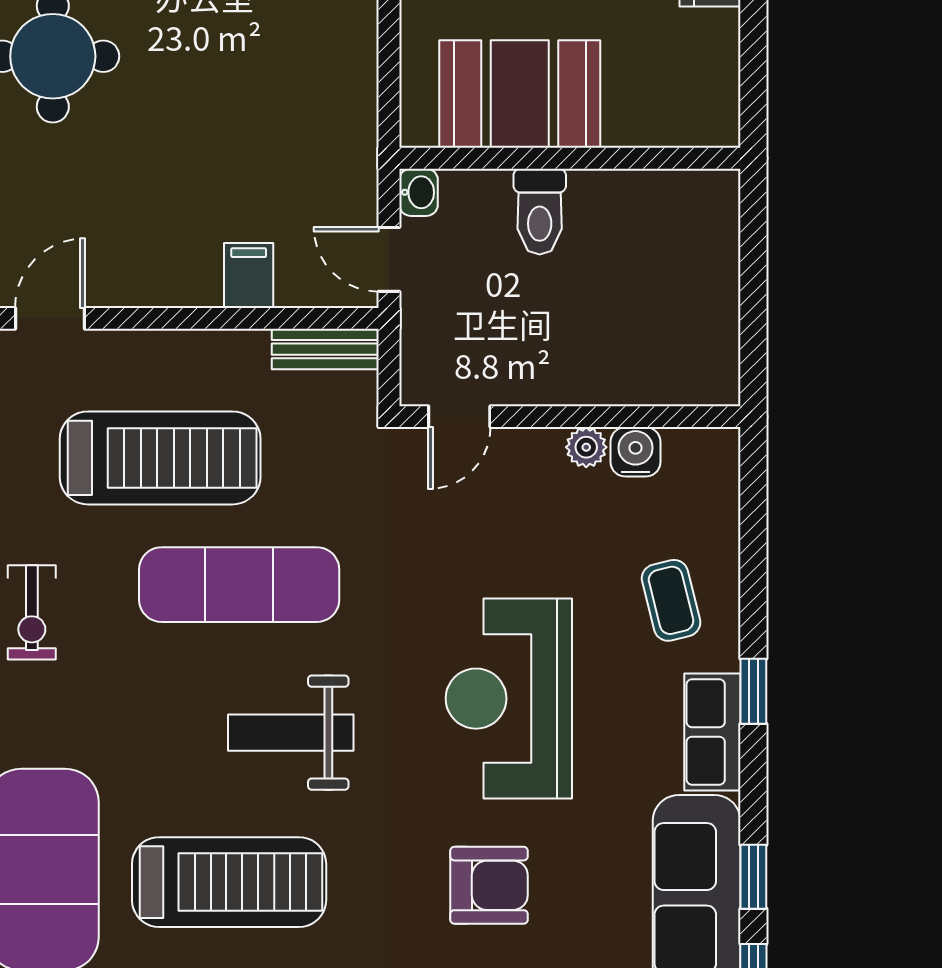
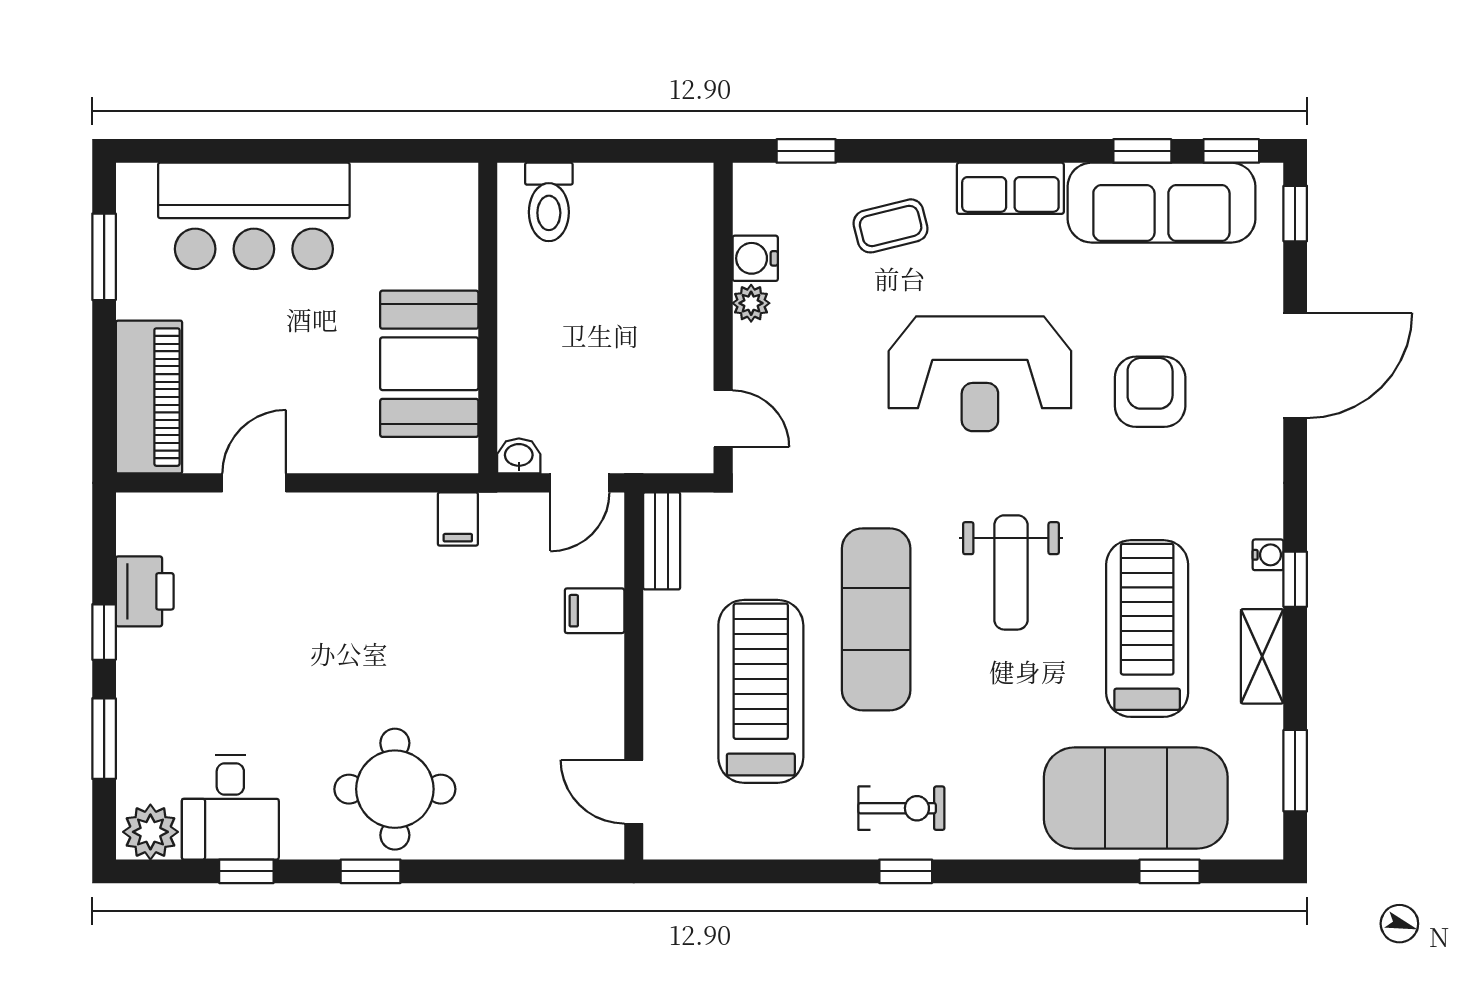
filing cabinet: (349, 125) -> (458, 519), added
toilet: (540, 212) -> (549, 202), moved, turned 90
window: (753, 691) -> (806, 151), moved

